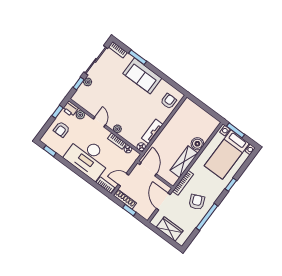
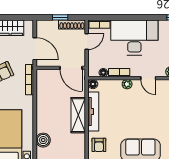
tv unit: (152, 131) -> (93, 111), width x1.41
boiler: (197, 144) -> (43, 140), moved
shelving: (184, 162) -> (78, 115), moved

